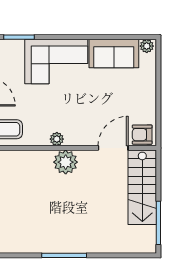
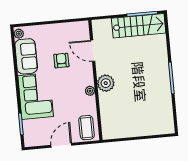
armchair: (142, 135) -> (61, 61), moved, turned 180
stairs: (142, 187) -> (139, 26), moved

